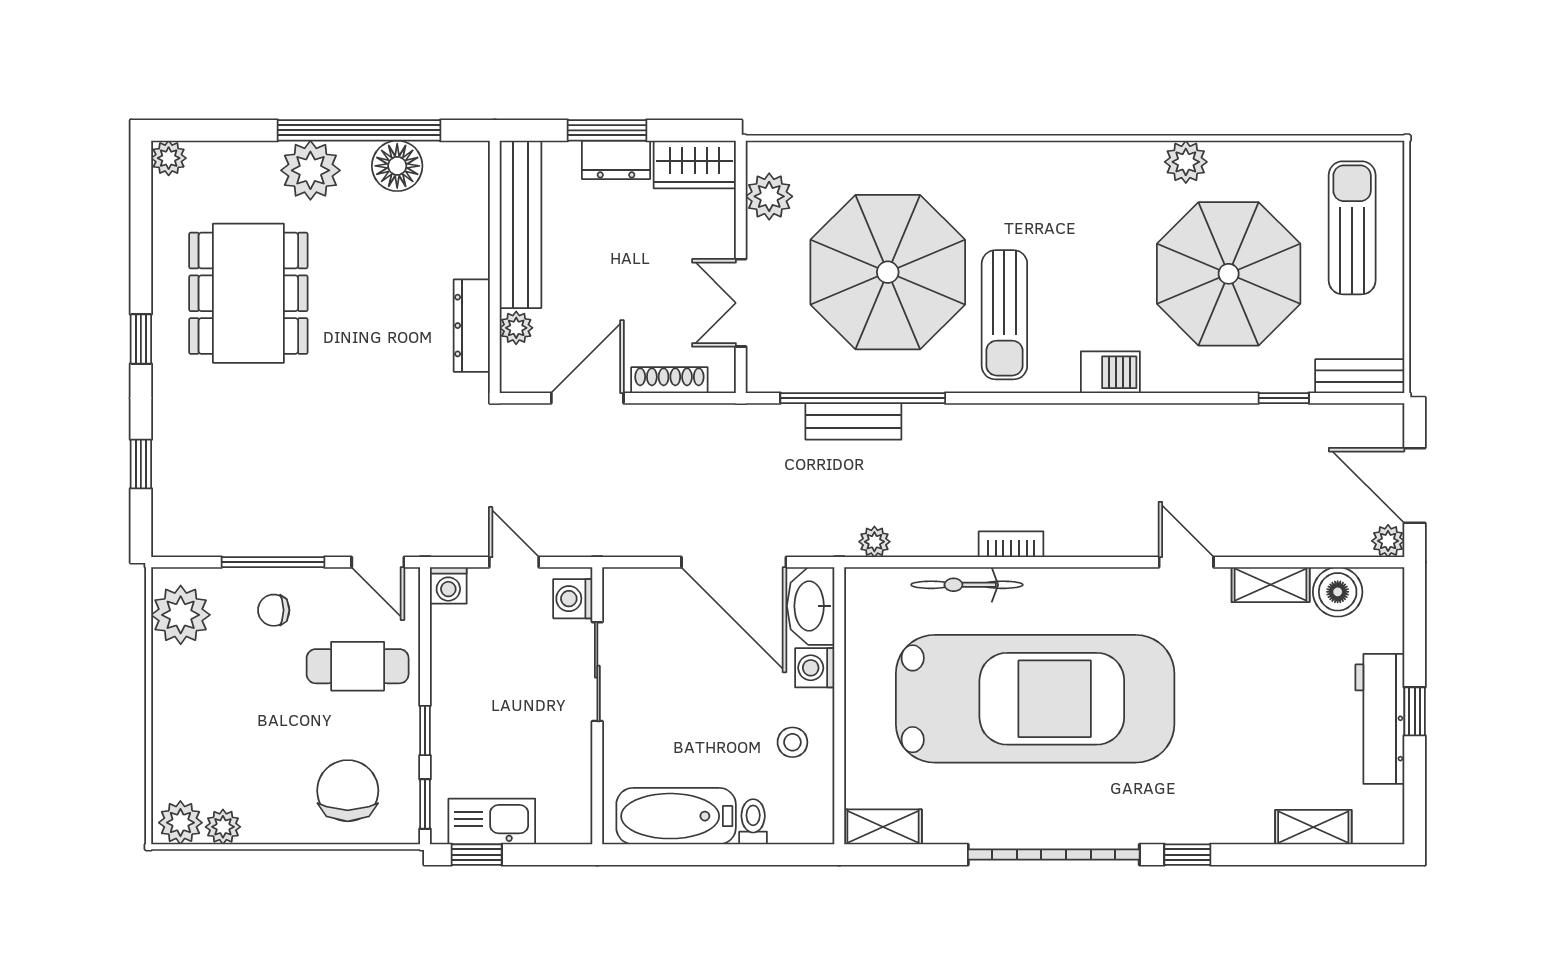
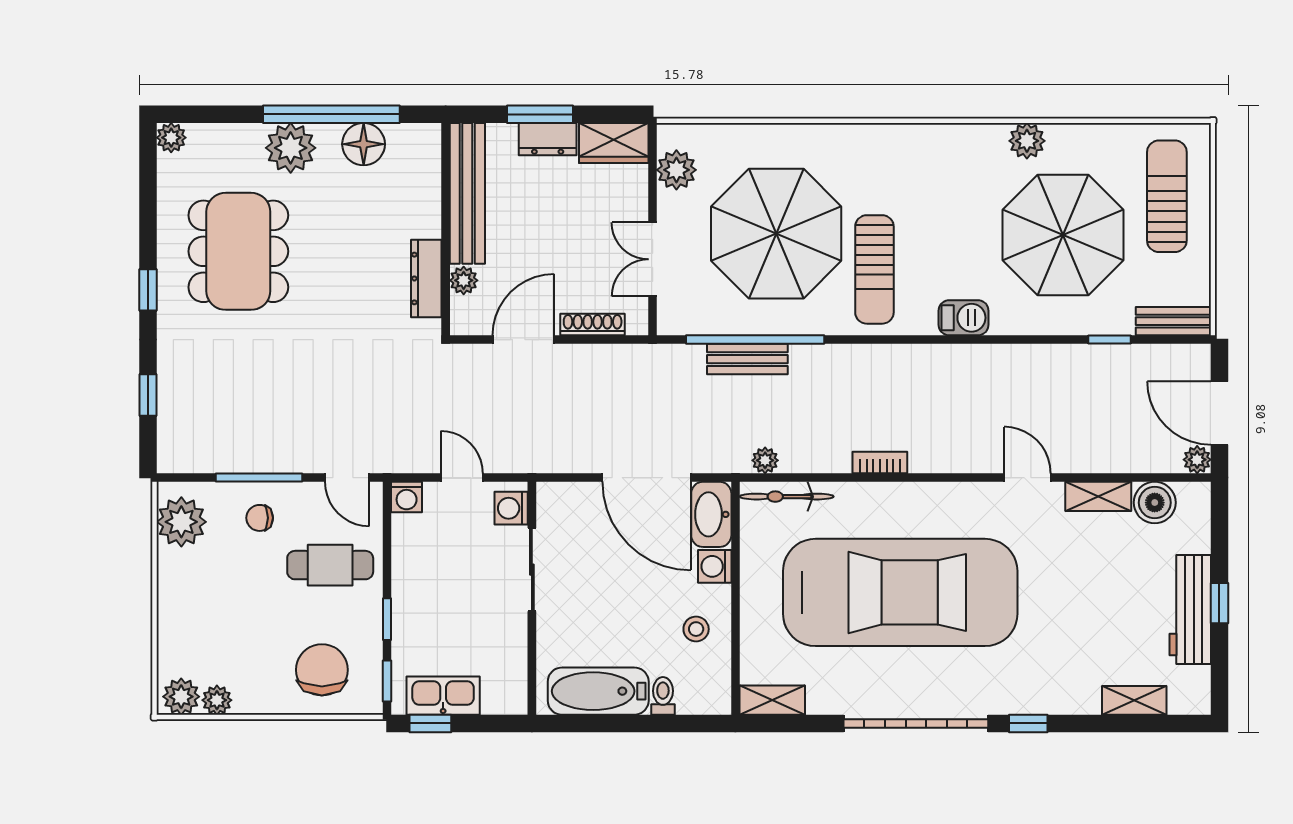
bicycle: (967, 585) -> (787, 497), moved

